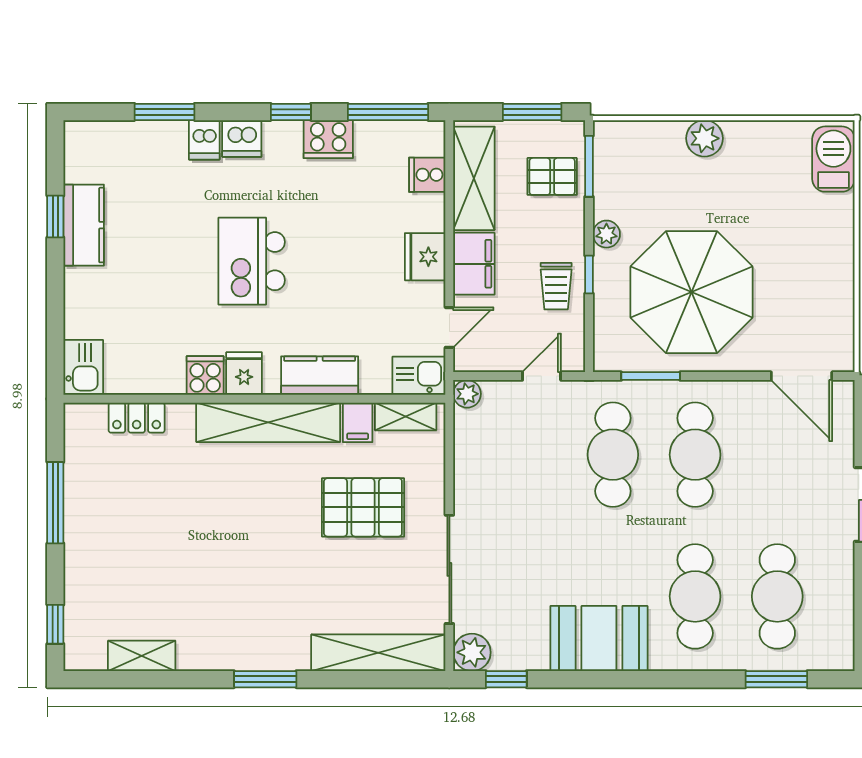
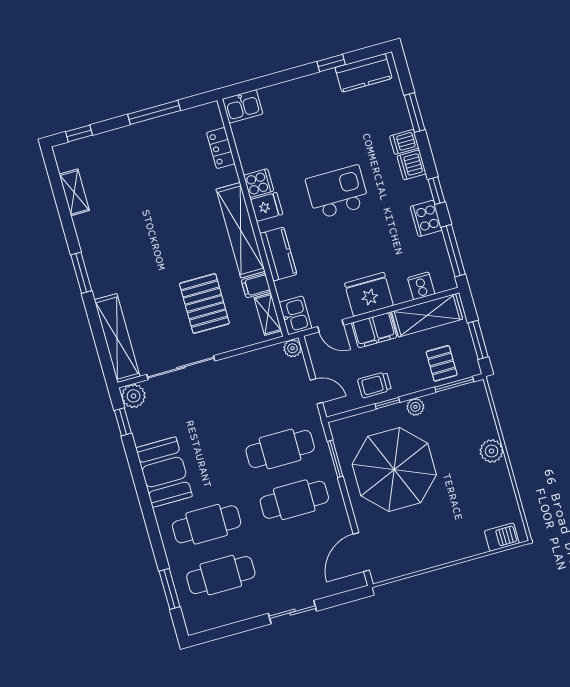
barbecue: (833, 159) -> (502, 537), width x0.73, depth x0.79
kitchen counter: (84, 225) -> (364, 73), moved
fridge: (425, 257) -> (369, 294), width x1.36, depth x1.34

